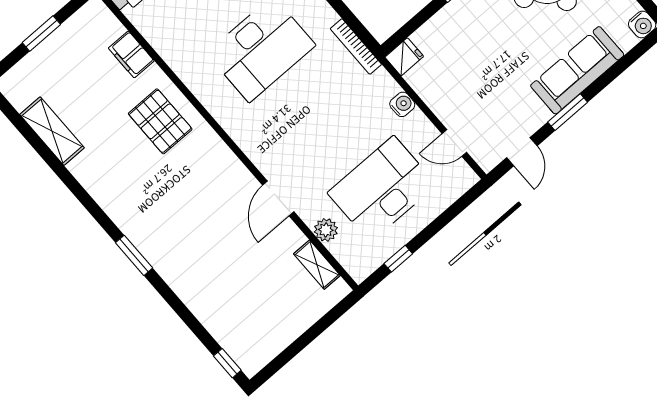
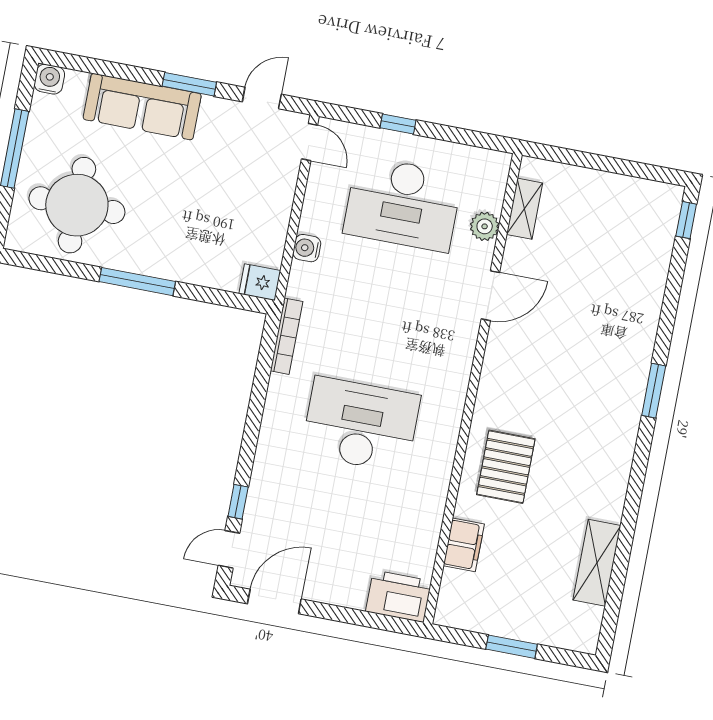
door: (454, 143) -> (310, 142), moved
window: (398, 259) -> (398, 124), moved

